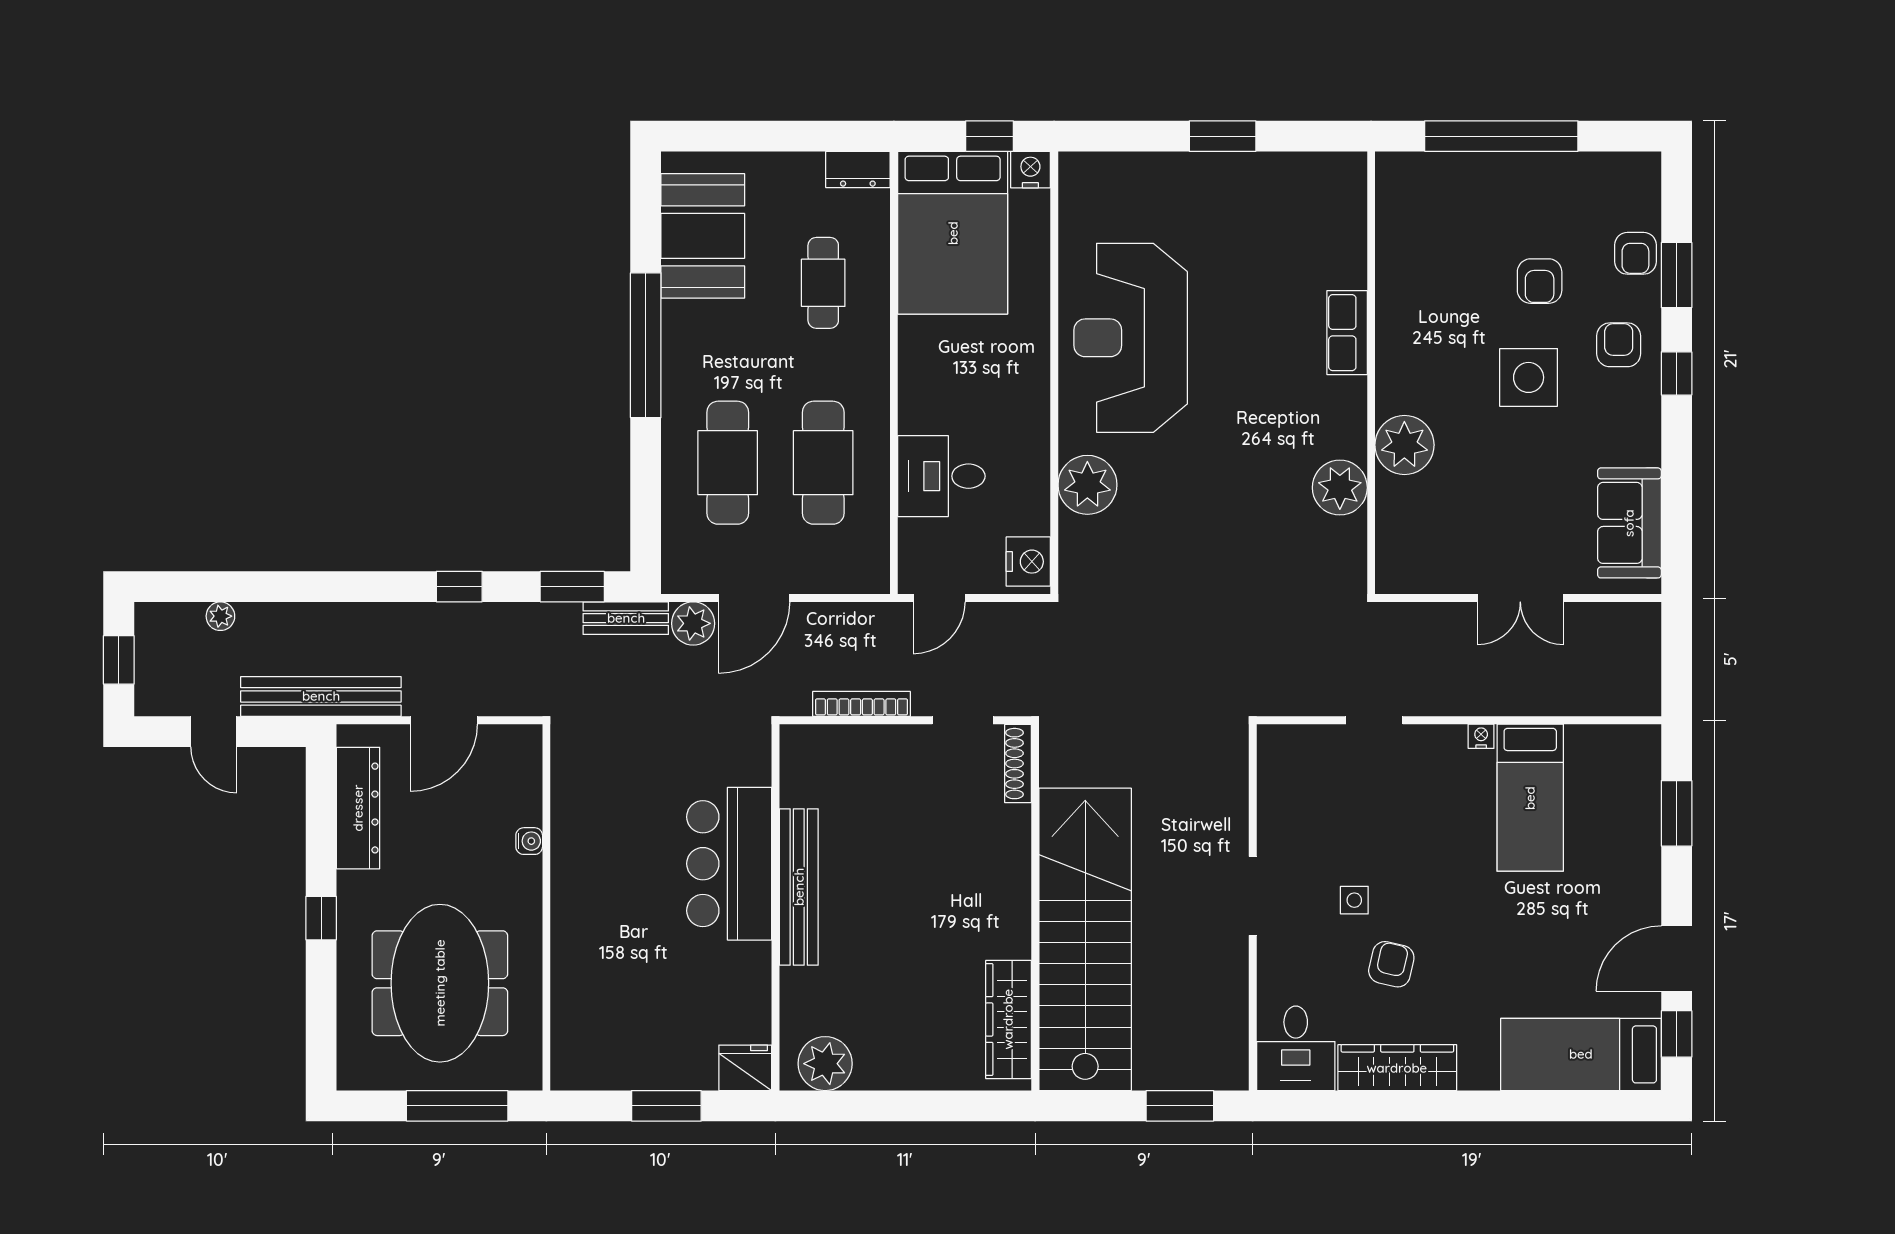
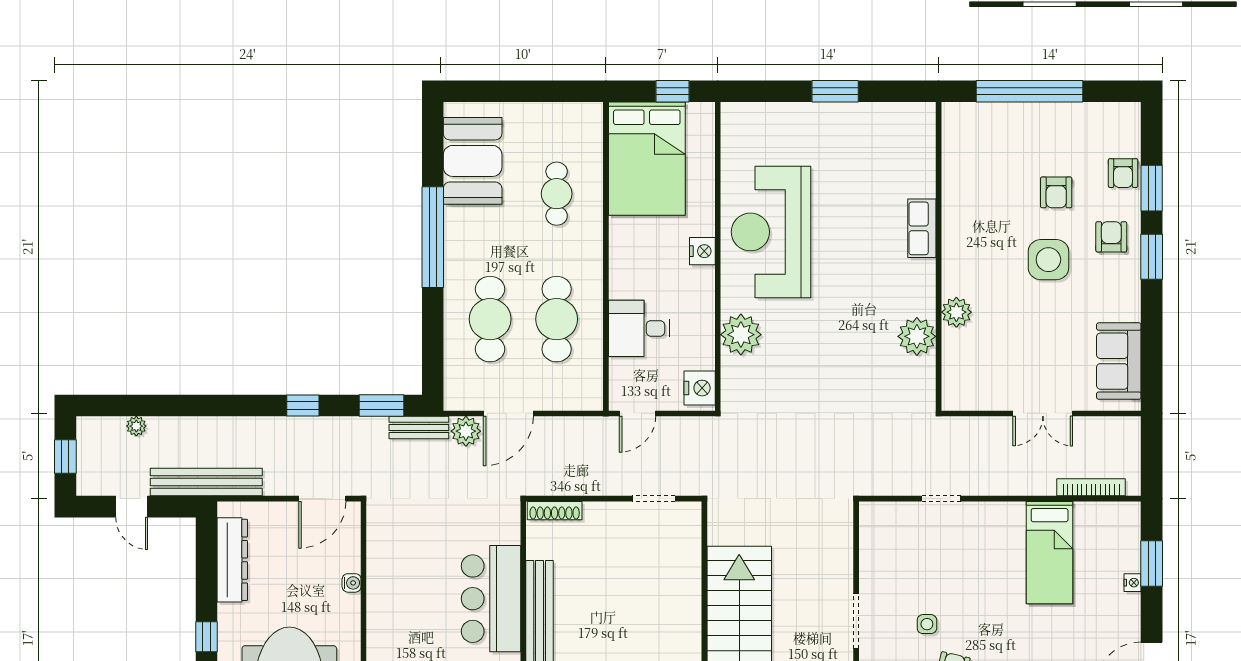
dresser: (858, 169) -> (581, 115), removed
nightstand: (1030, 170) -> (702, 251), moved, turned 90
window: (1677, 373) -> (1152, 257), width x1.50
plant: (1404, 445) -> (956, 312), width x0.73, depth x0.73
bookcase: (862, 704) -> (1091, 487), moved
door: (444, 720) -> (322, 499), moved
nightstand: (1481, 736) -> (1133, 583), moved, turned 90
shoe rack: (1018, 764) -> (555, 511), moved, turned -90

